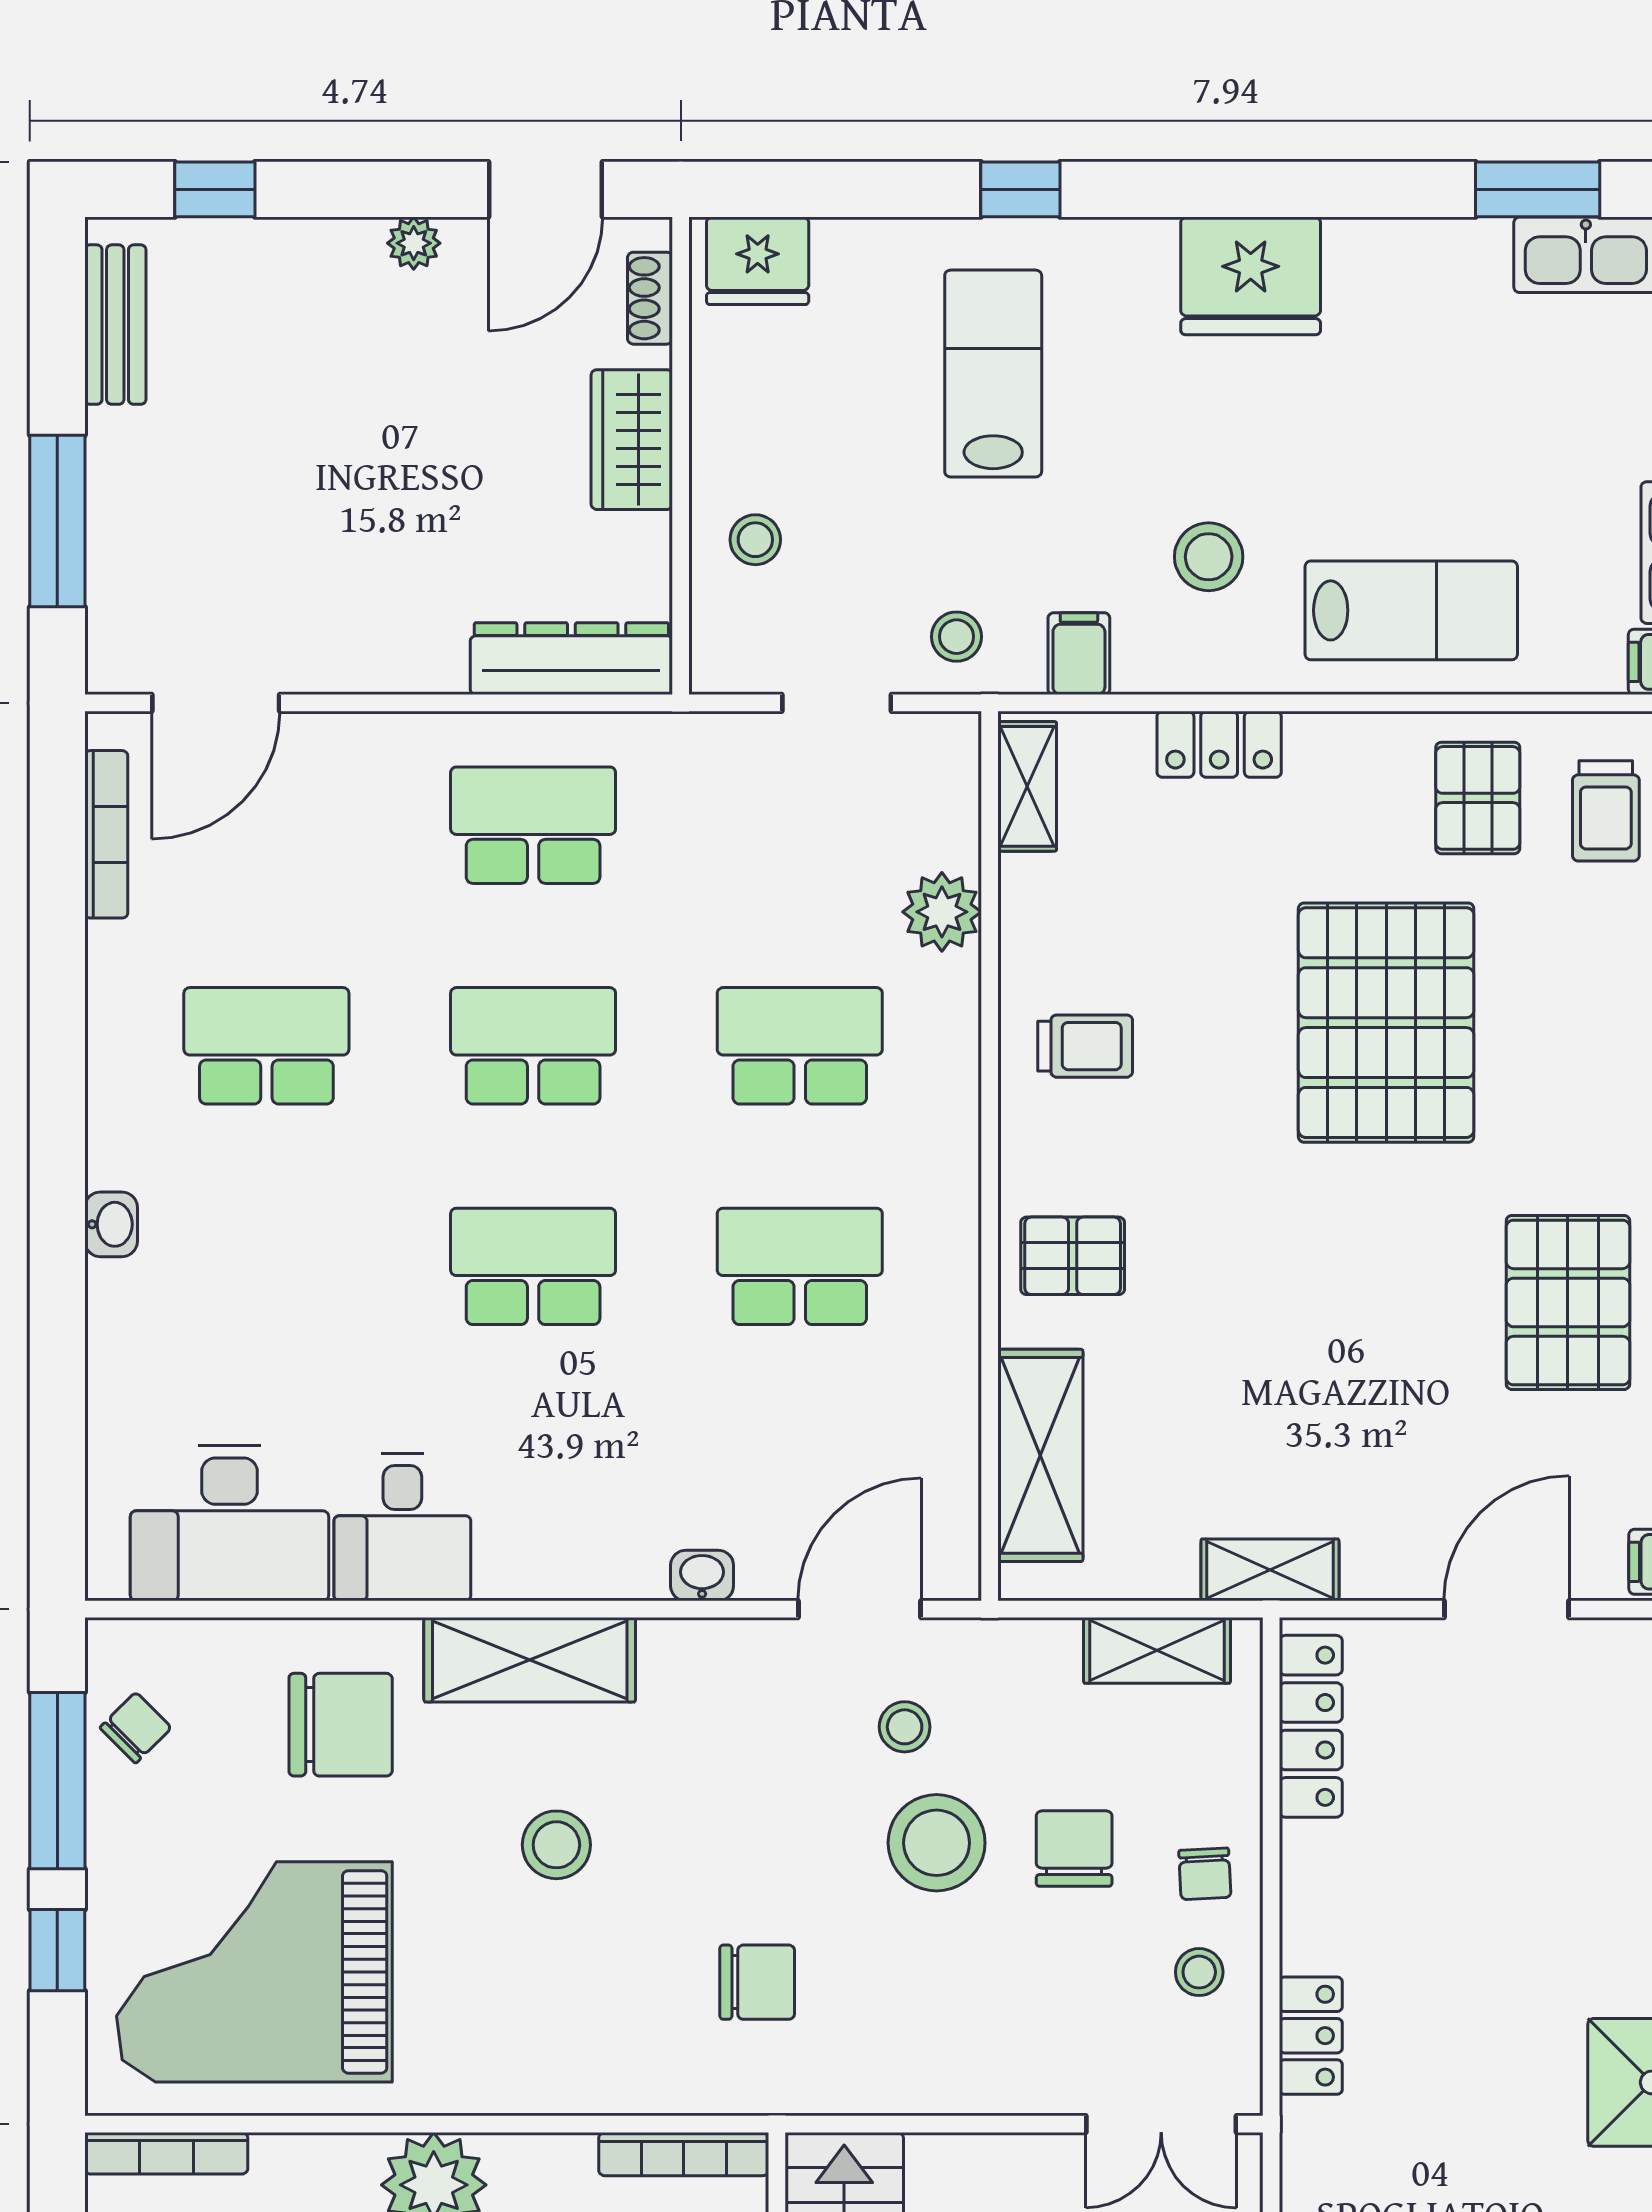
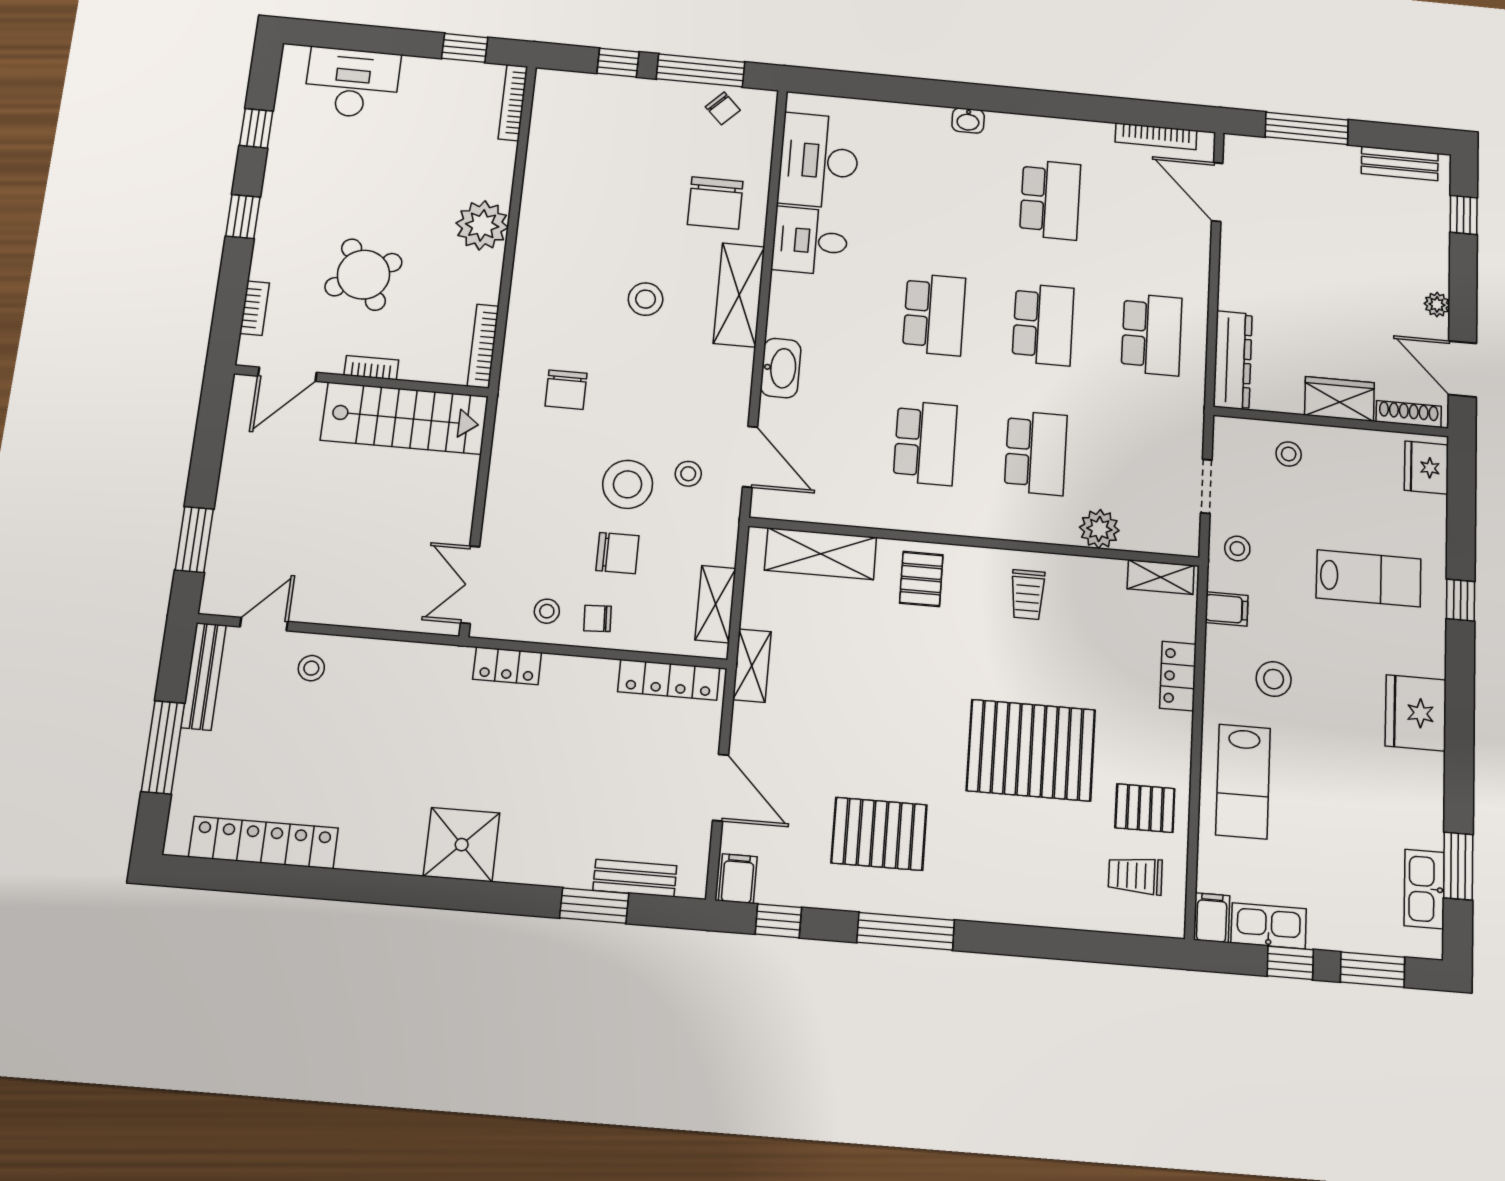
shoe rack: (650, 298) -> (1409, 414), width x1.43
washbasin: (702, 1576) -> (781, 368), width x1.91, depth x1.45
grand piano: (254, 1972) -> (598, 152), removed

